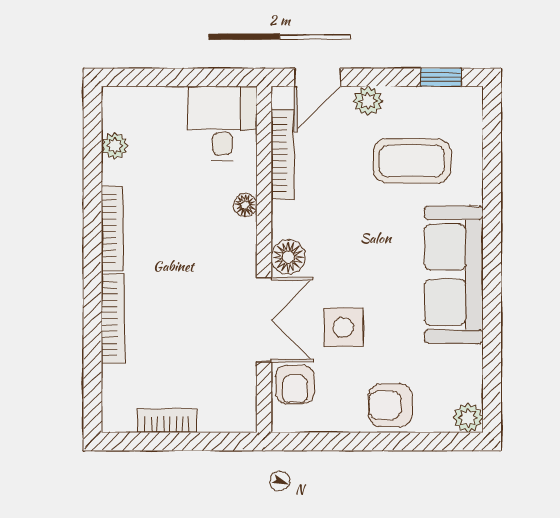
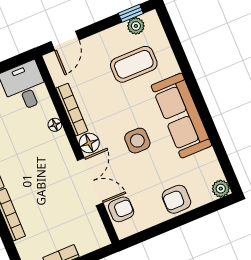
plant: (368, 101) -> (136, 26), moved
bookcase: (283, 155) -> (72, 110), moved
side table: (343, 327) -> (137, 141), moved
armchair: (295, 384) -> (121, 209), turned -90

